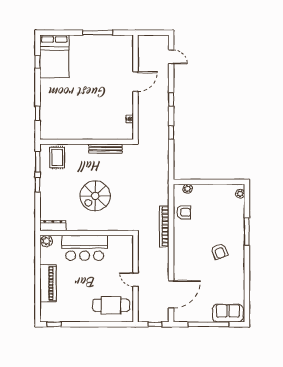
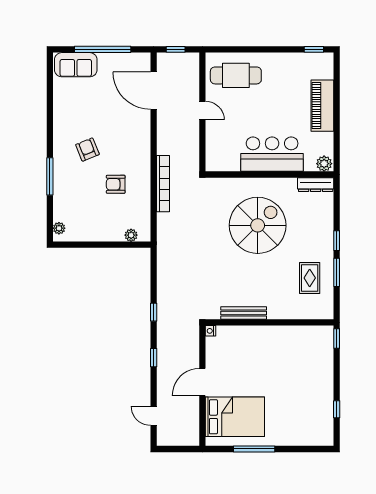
bed: (54, 56) -> (235, 417), moved, turned 90
wall: (87, 142) -> (270, 322), moved
bench: (105, 149) -> (244, 313), moved
spiral stairs: (95, 196) -> (258, 225), width x1.37, depth x1.37
armchair: (184, 212) -> (116, 184), moved
door: (171, 294) -> (154, 91), hinge flipped

